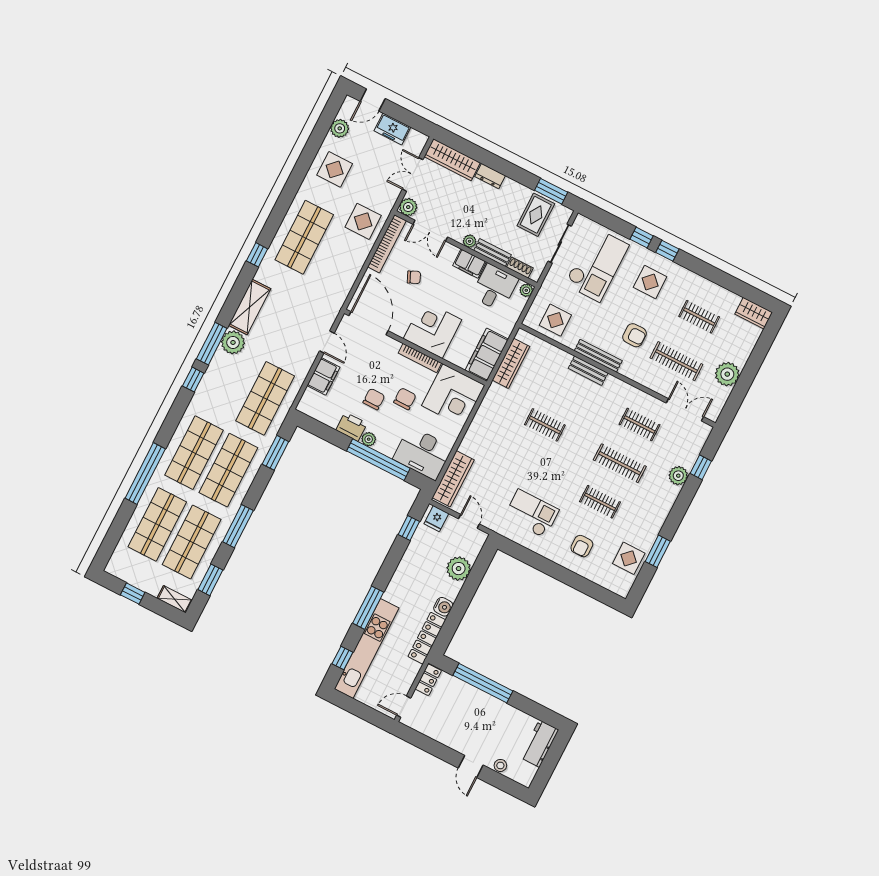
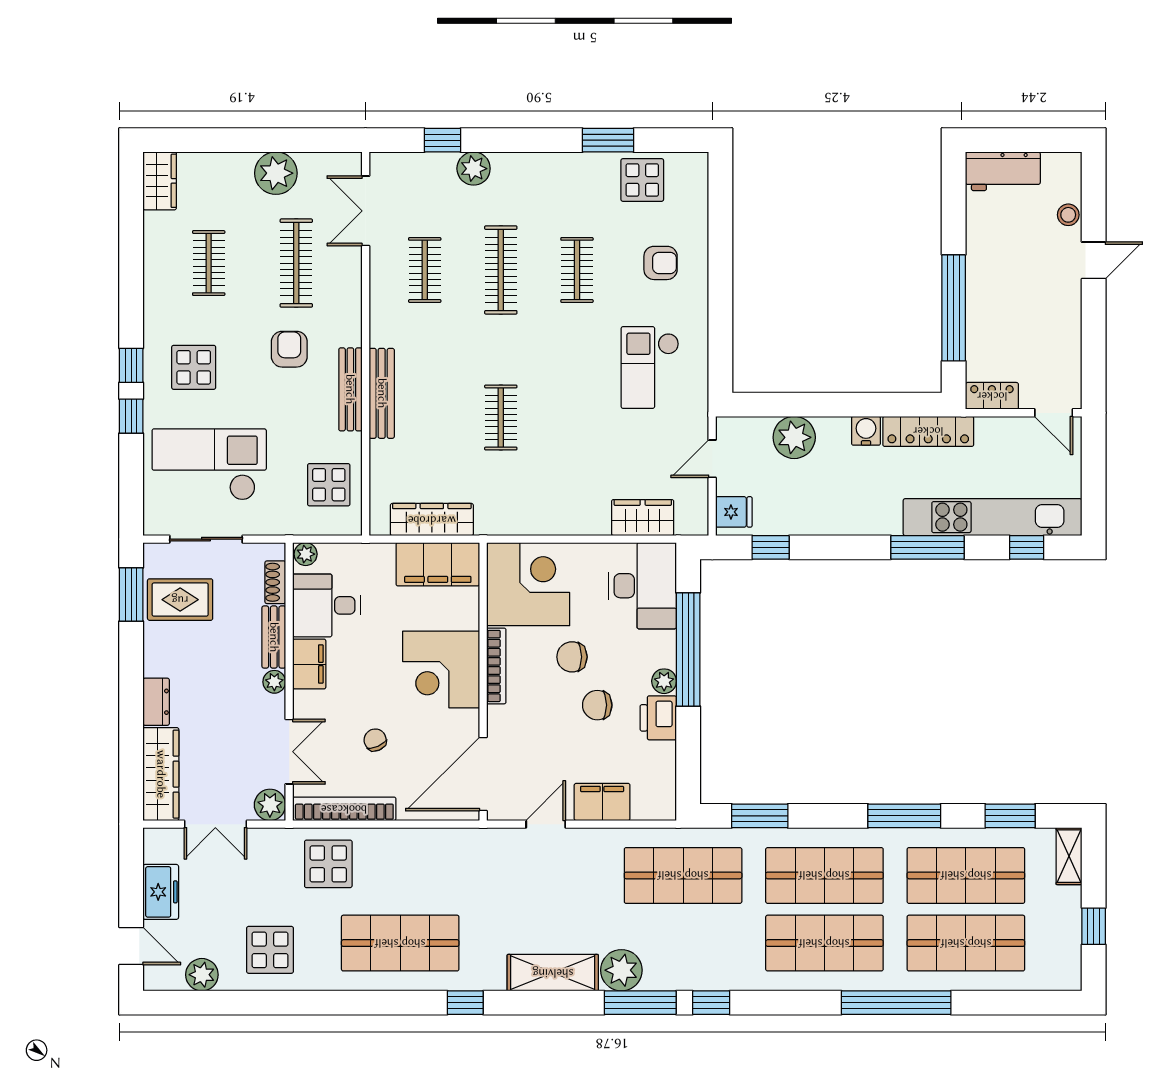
bench: (588, 371) -> (382, 393), width x1.36
wardrobe: (453, 479) -> (643, 518), width x0.67

